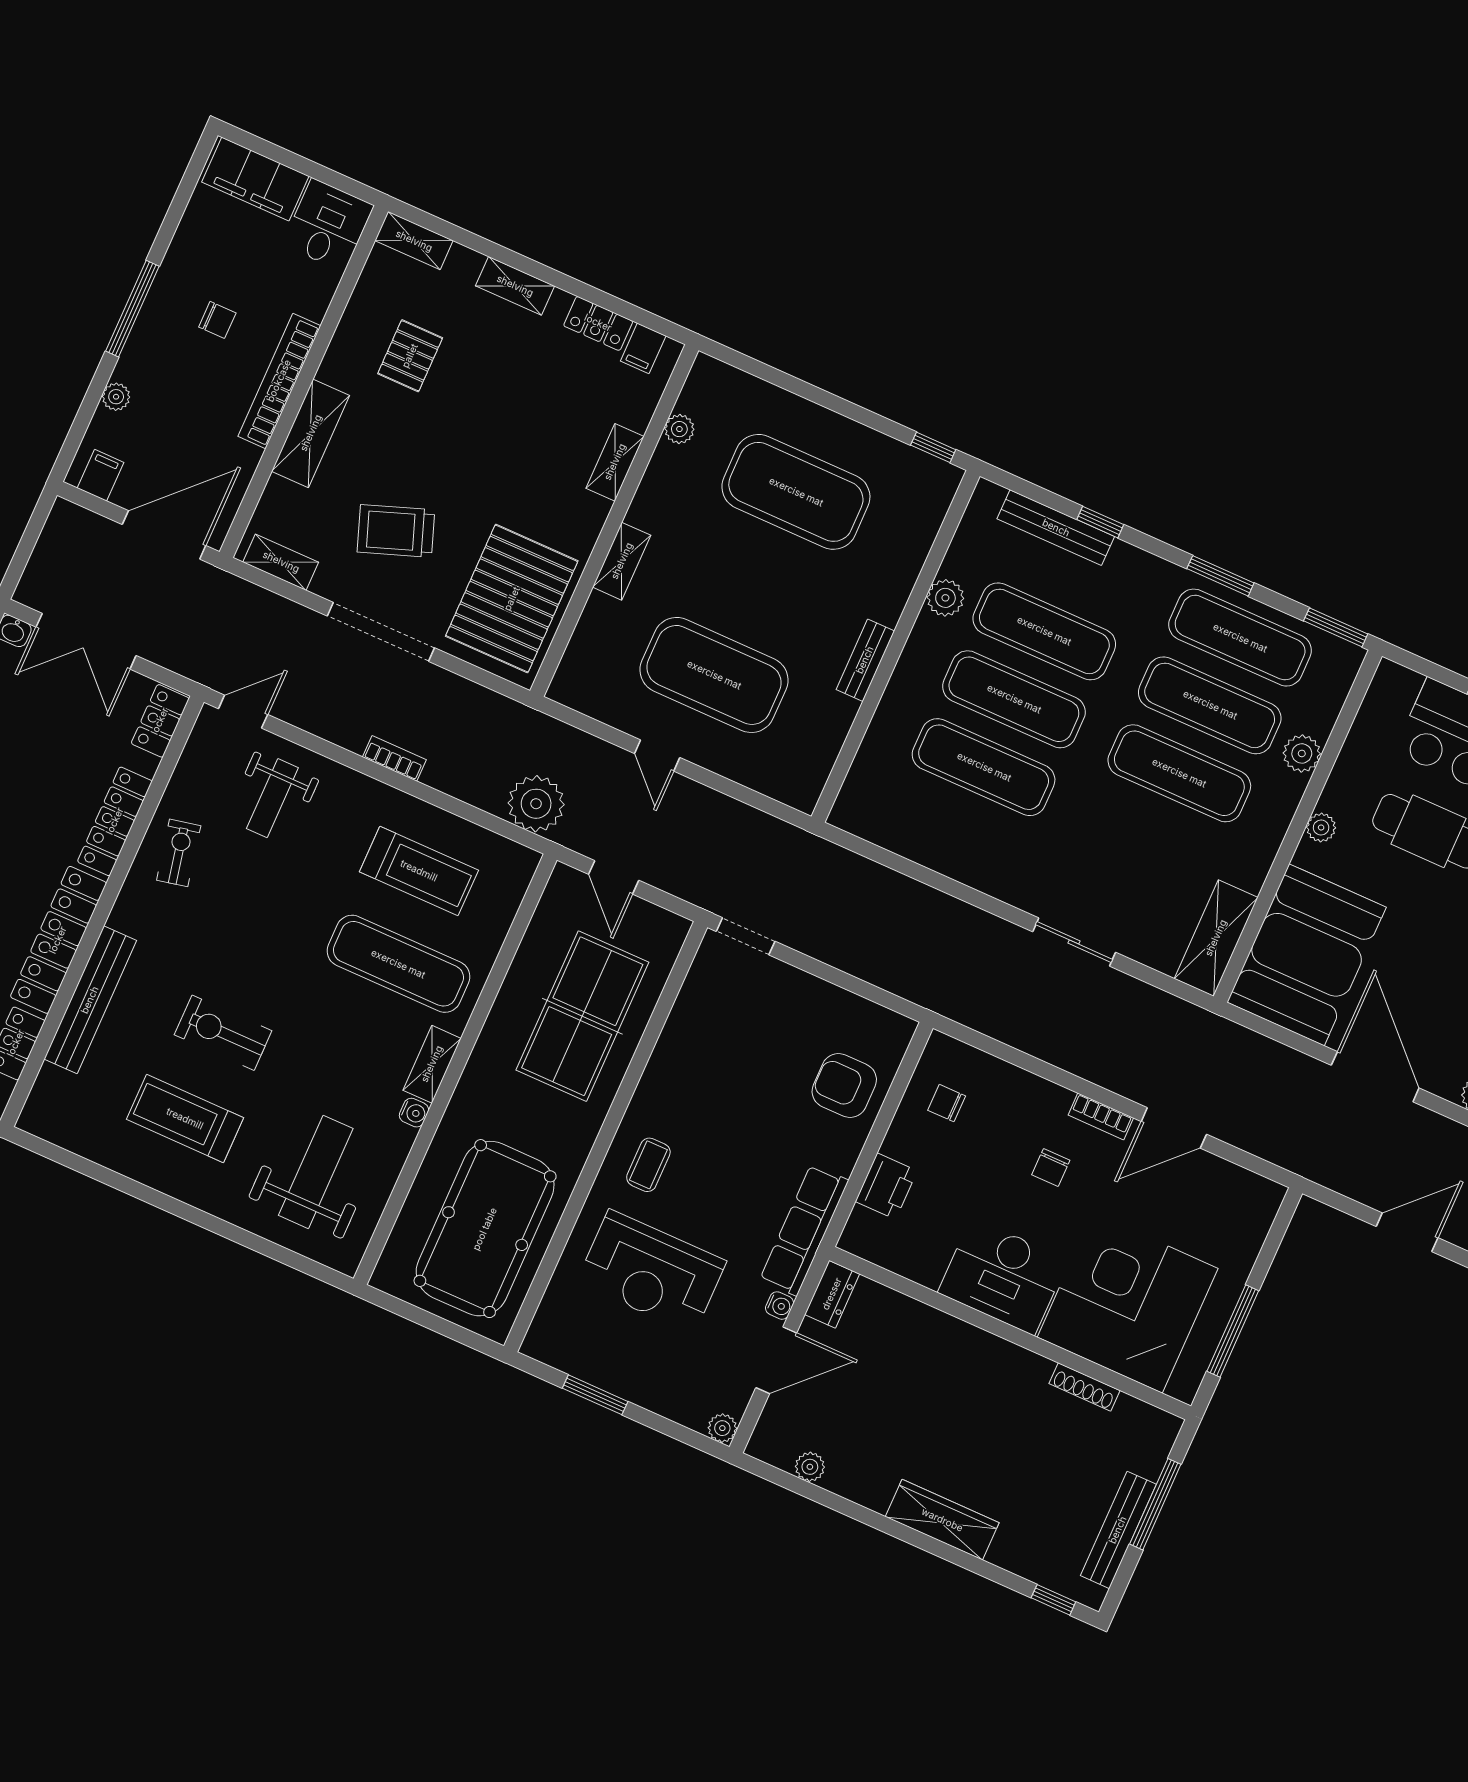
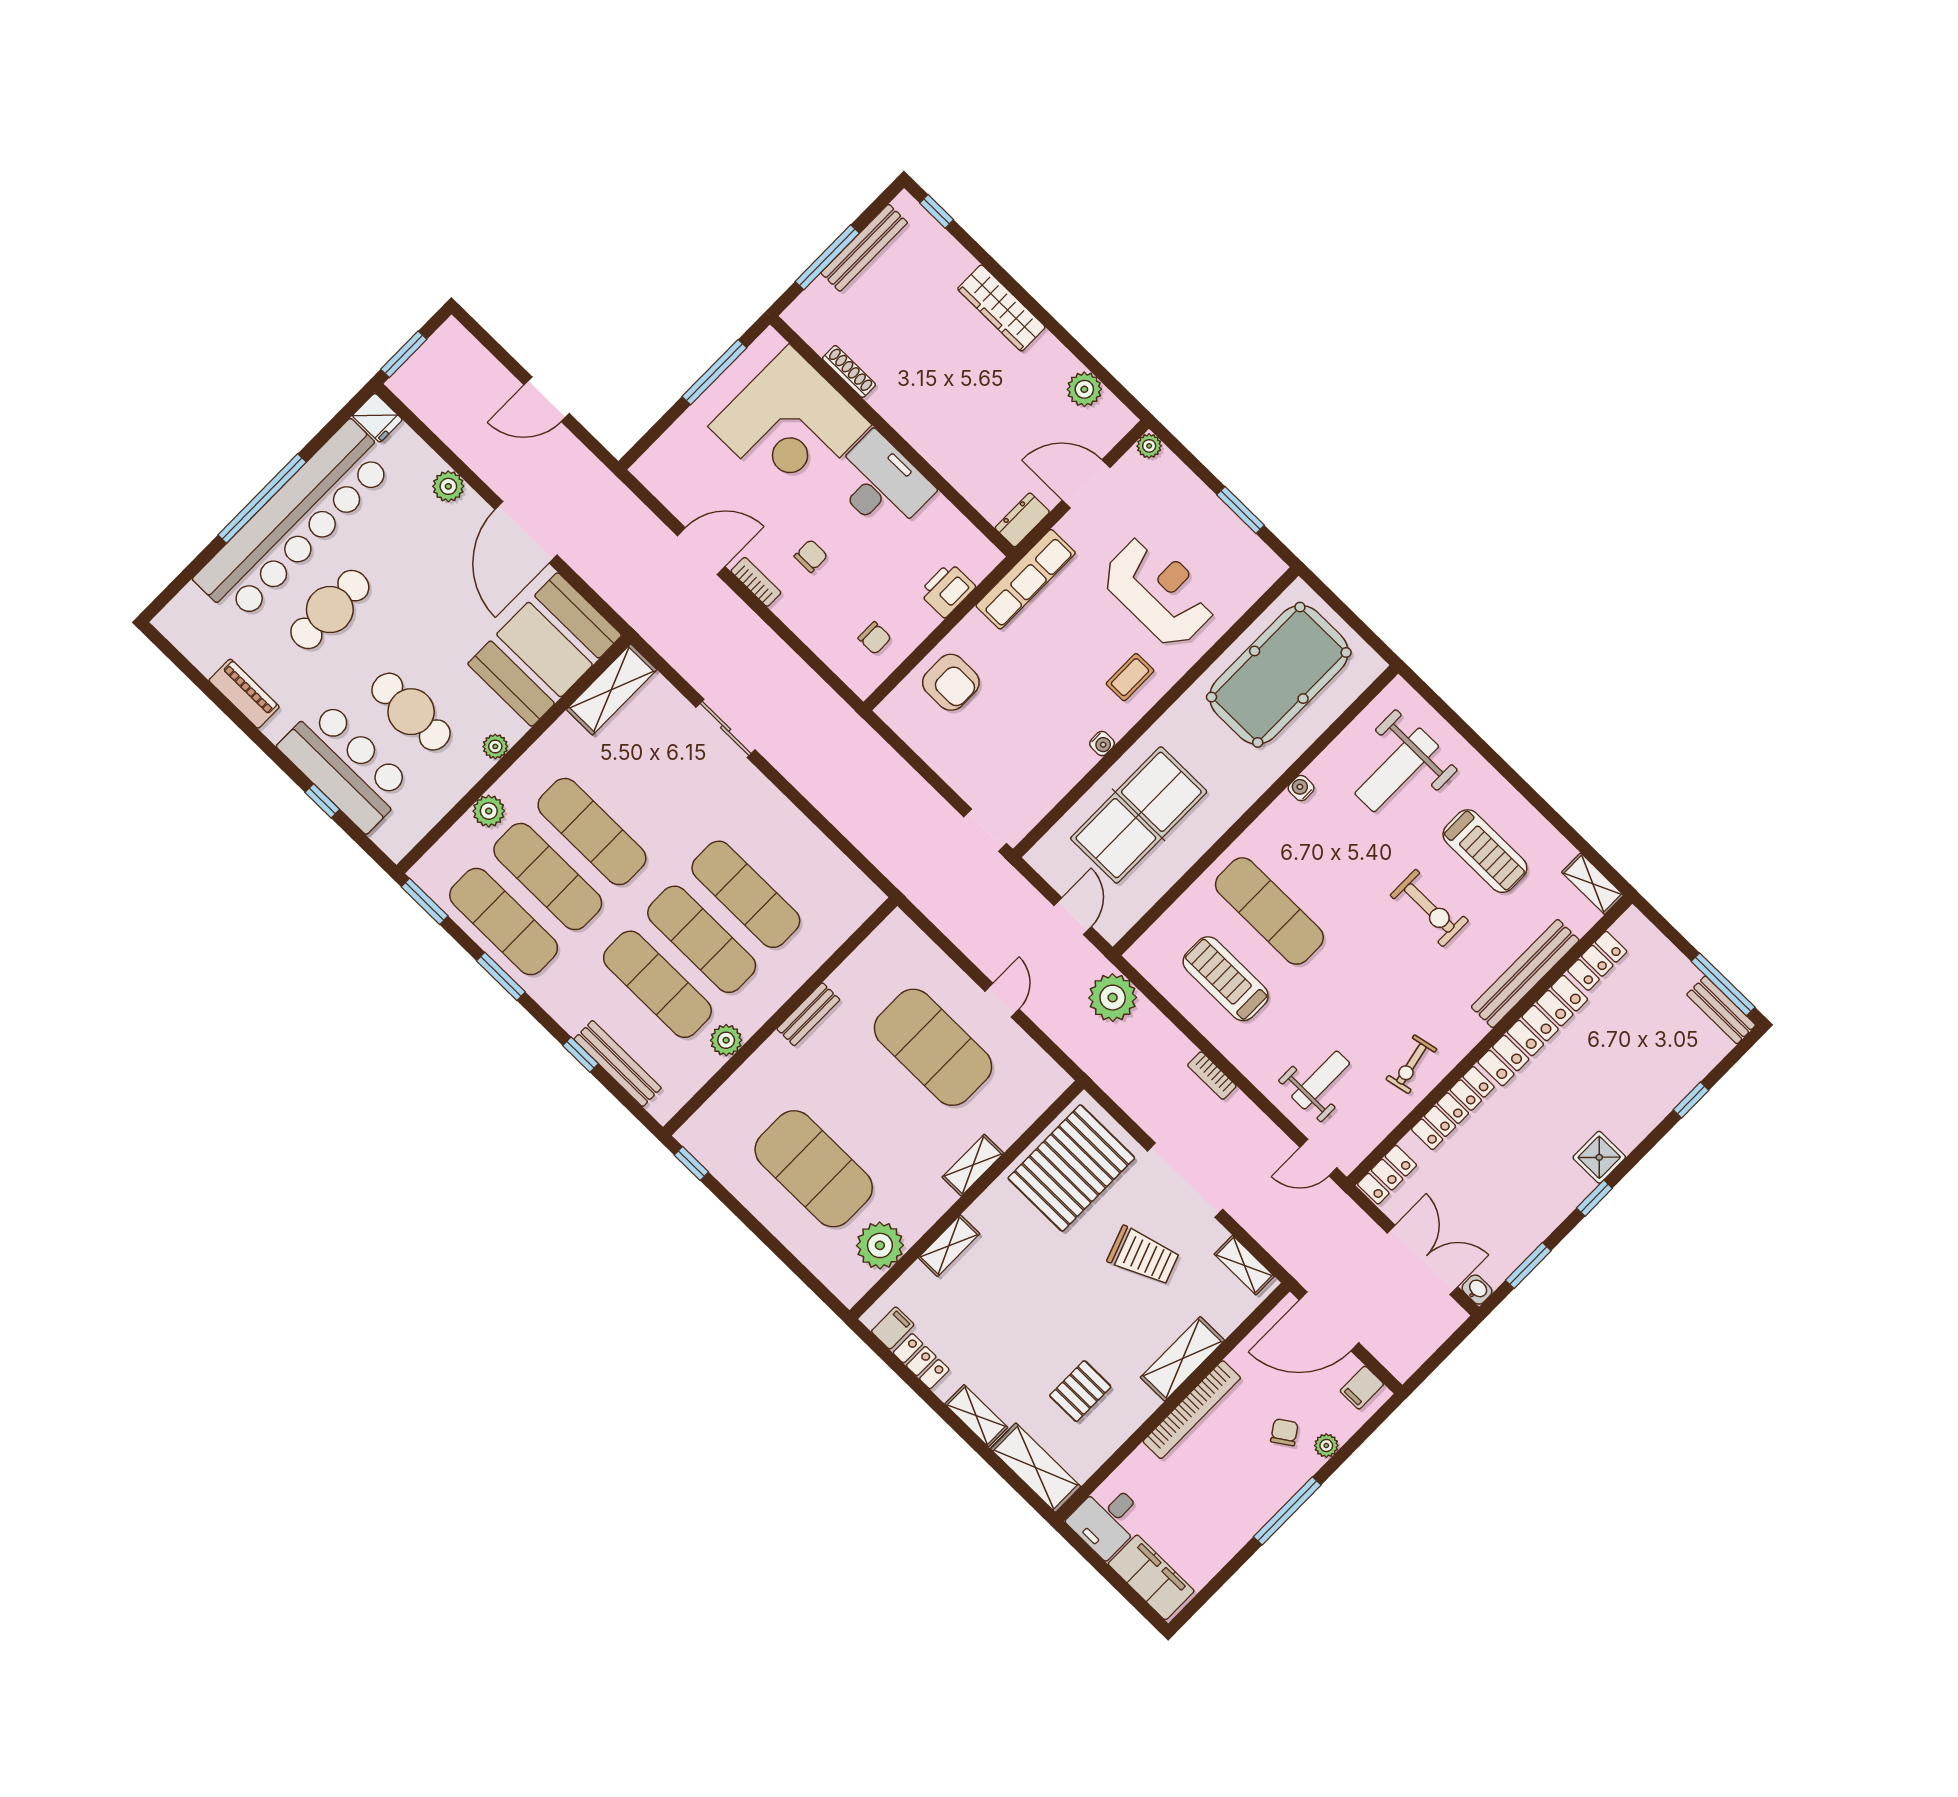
shelving: (414, 241) -> (1036, 1468), width x1.50, depth x1.33
chair: (217, 320) -> (1284, 1432), moved, turned 56
plant: (679, 429) -> (880, 1245), width x1.88, depth x1.88
shelving: (432, 1064) -> (1593, 884), moved, turned 90
water cooler: (780, 1306) -> (1102, 743), moved, turned 180
plant: (810, 1467) -> (1084, 389), width x1.38, depth x1.38

